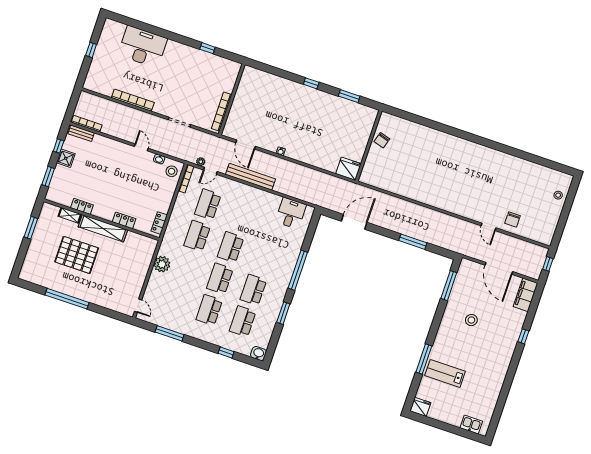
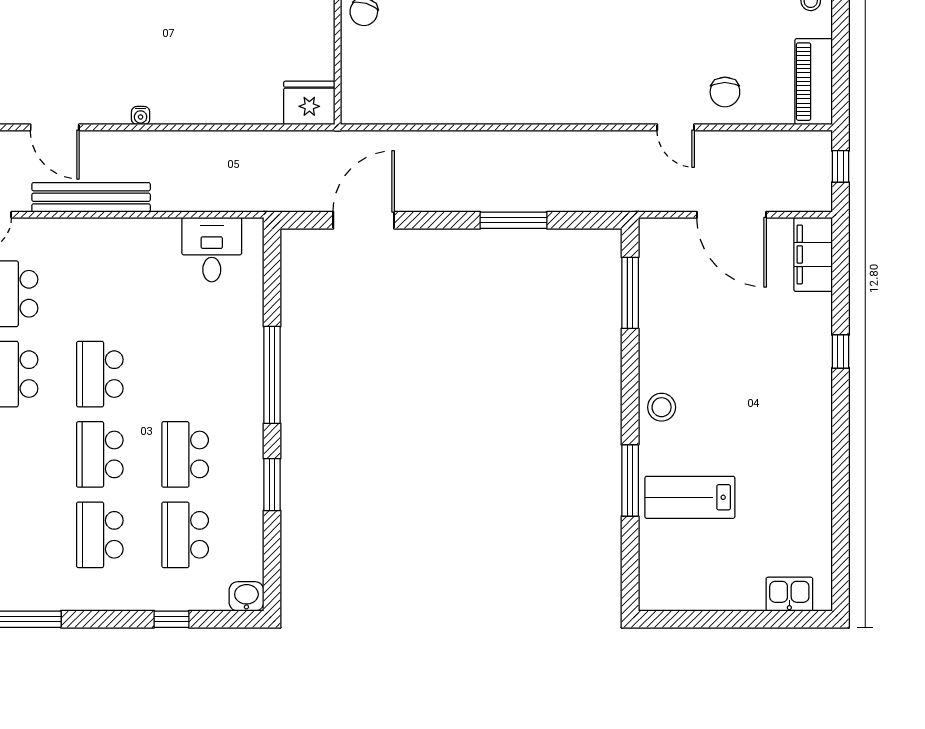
piano: (549, 227) -> (814, 82), added
stool: (471, 320) -> (662, 407), moved
fridge: (420, 407) -> (659, 593), removed

